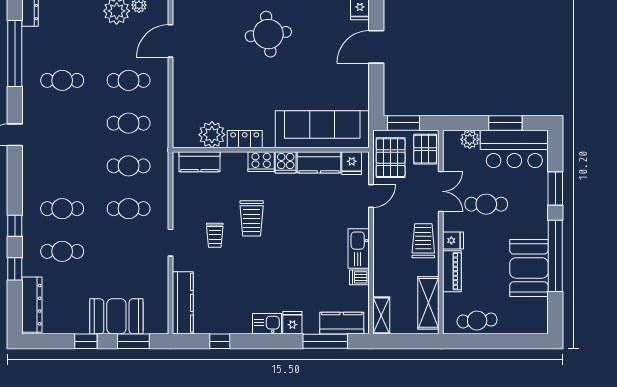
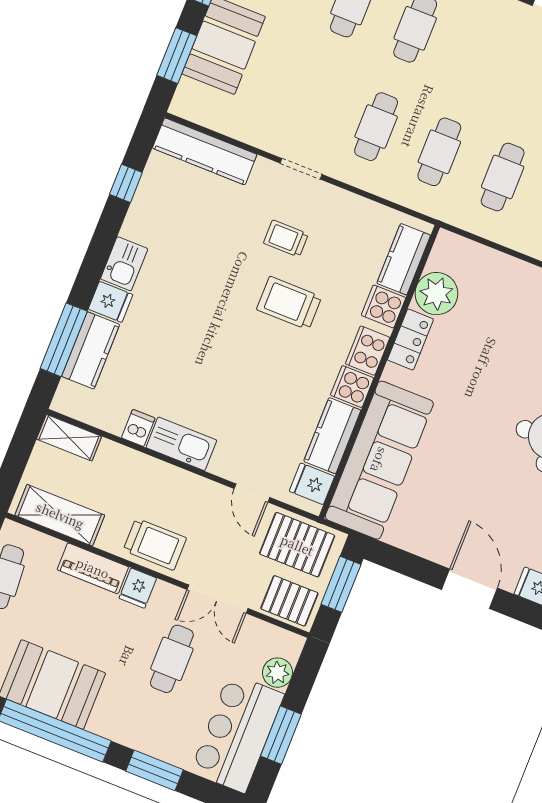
cooker: (232, 163) -> (383, 306), added
kitchen counter: (342, 323) -> (91, 350), moved

